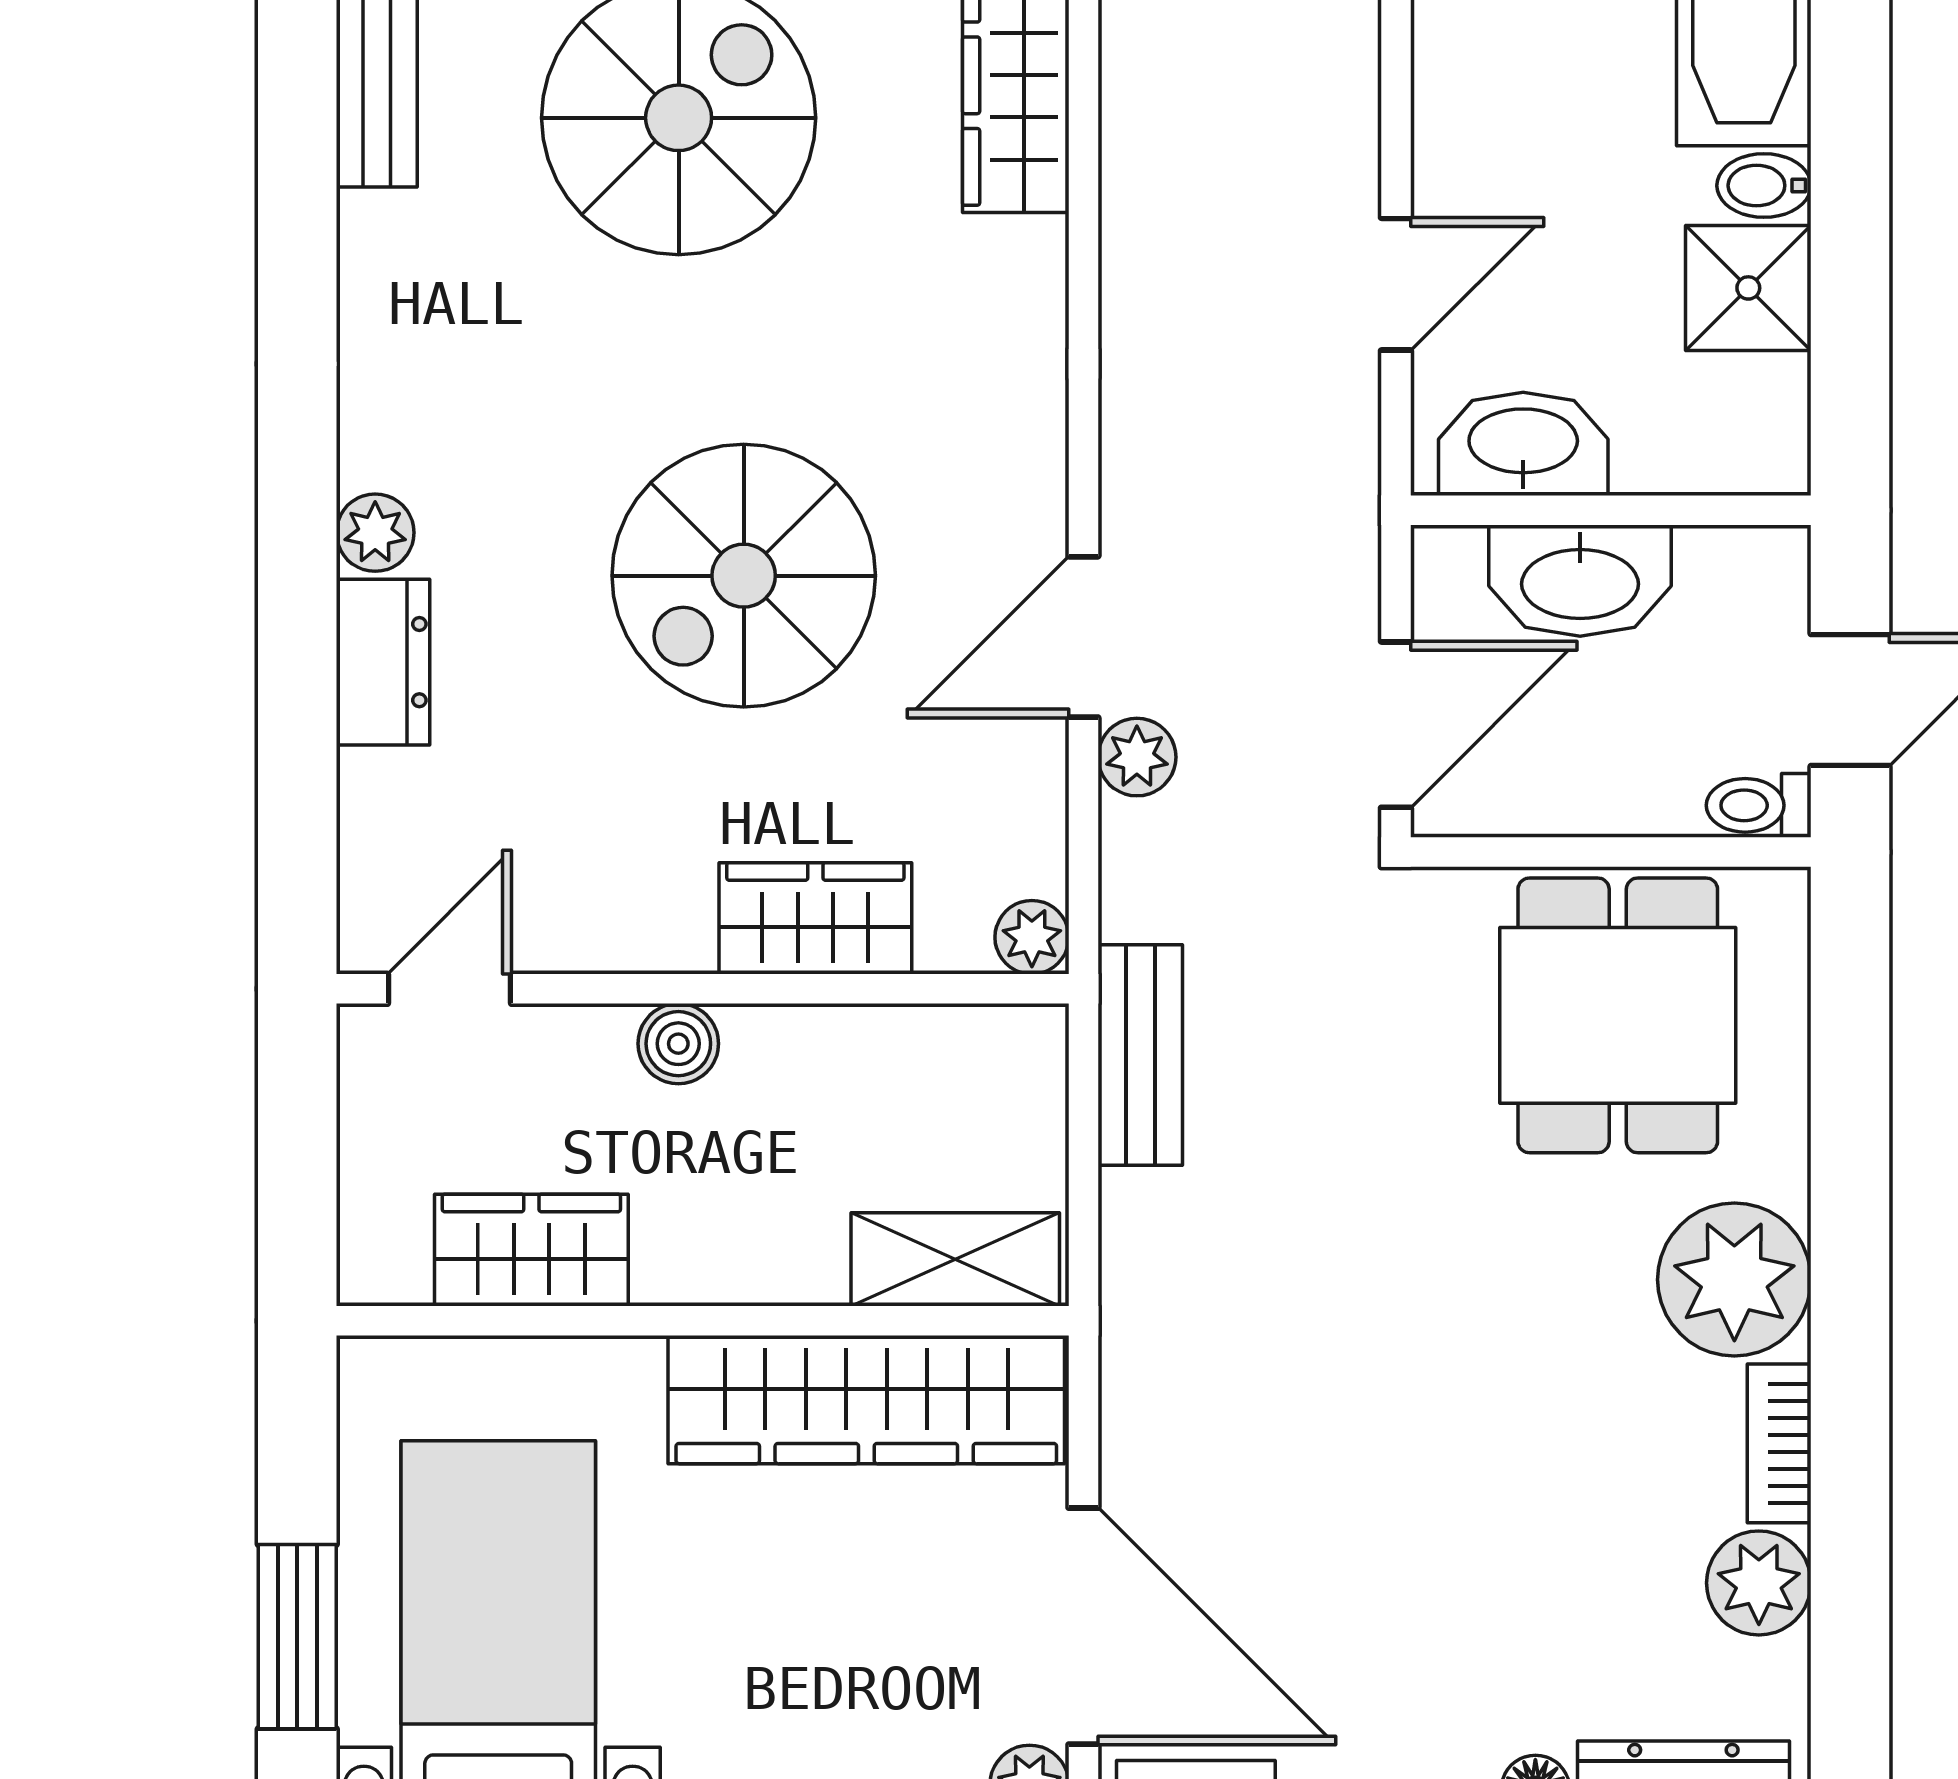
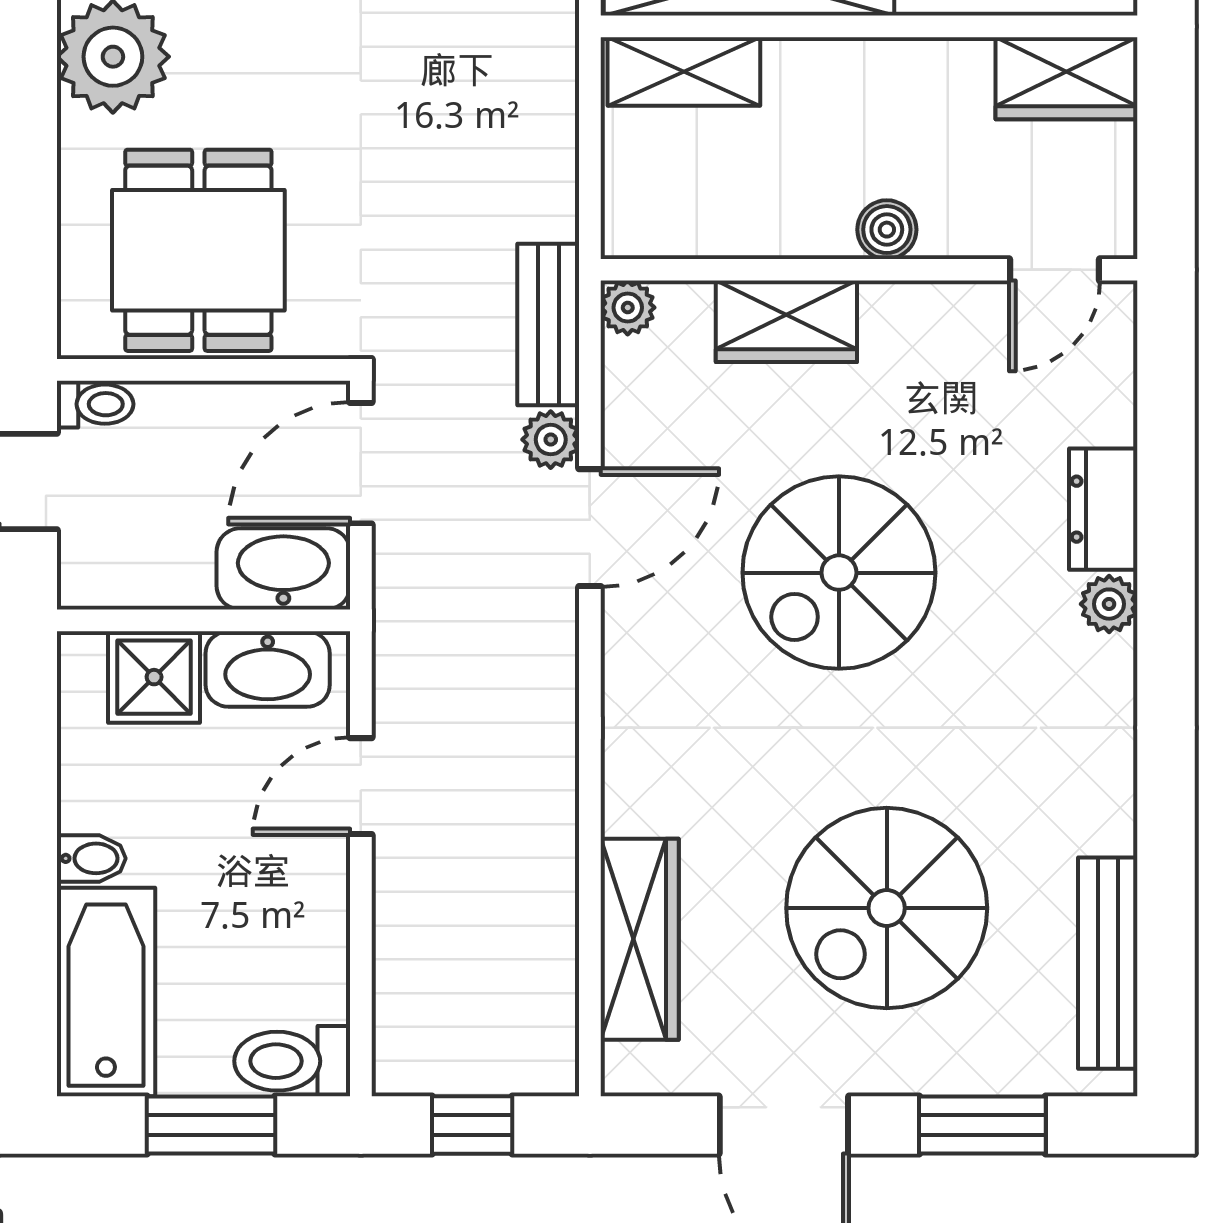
shower: (1748, 288) -> (154, 677), moved
spiral stairs: (744, 576) -> (839, 573), turned 180
washbasin: (1580, 581) -> (283, 569), moved
bench: (1140, 1055) -> (548, 324), moved
wardrobe: (531, 1250) -> (1067, 78), moved

